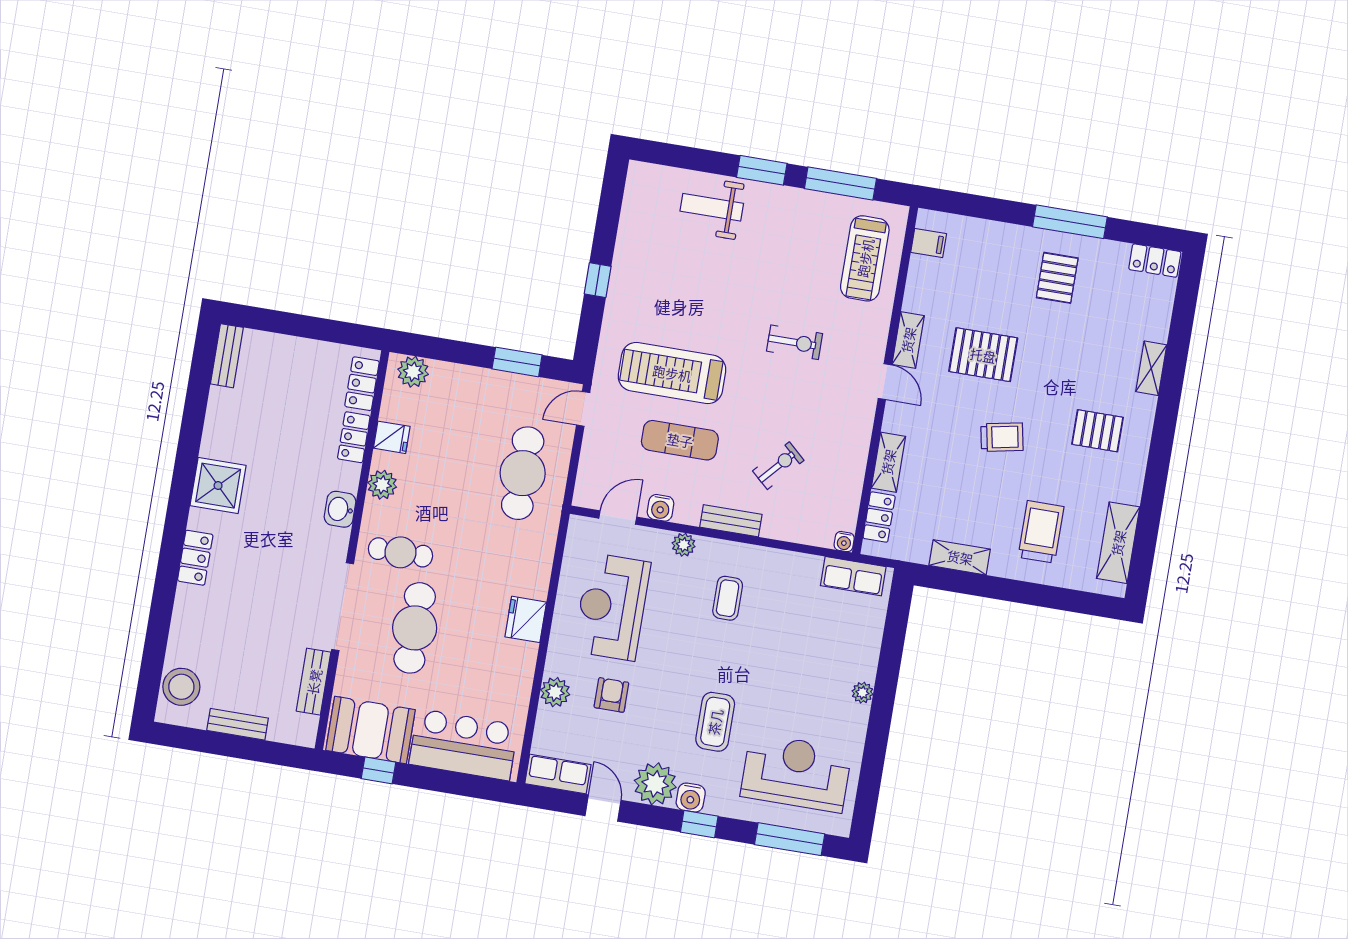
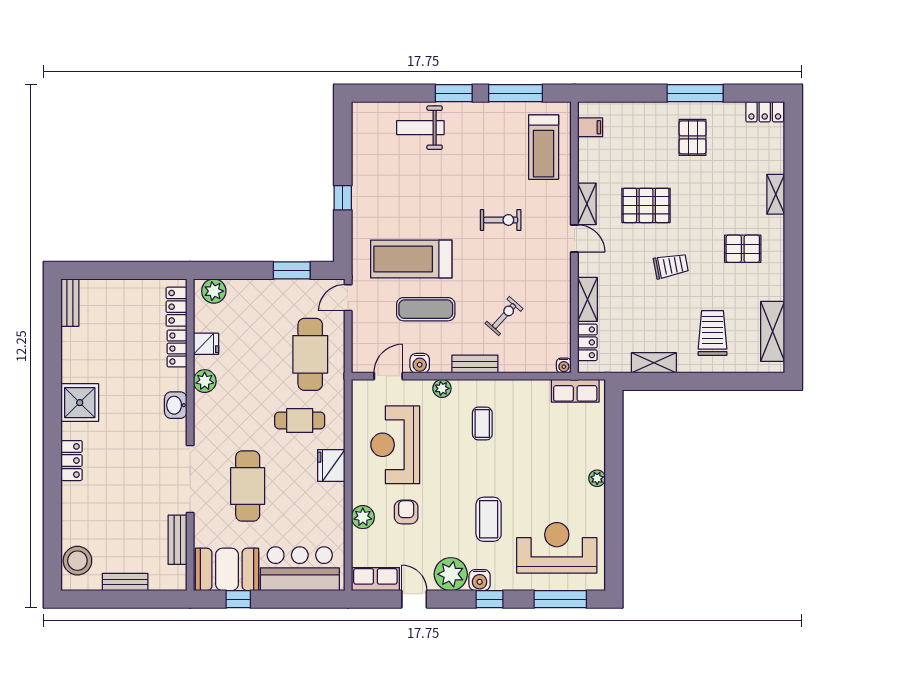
cafe table: (400, 552) -> (300, 421), moved

